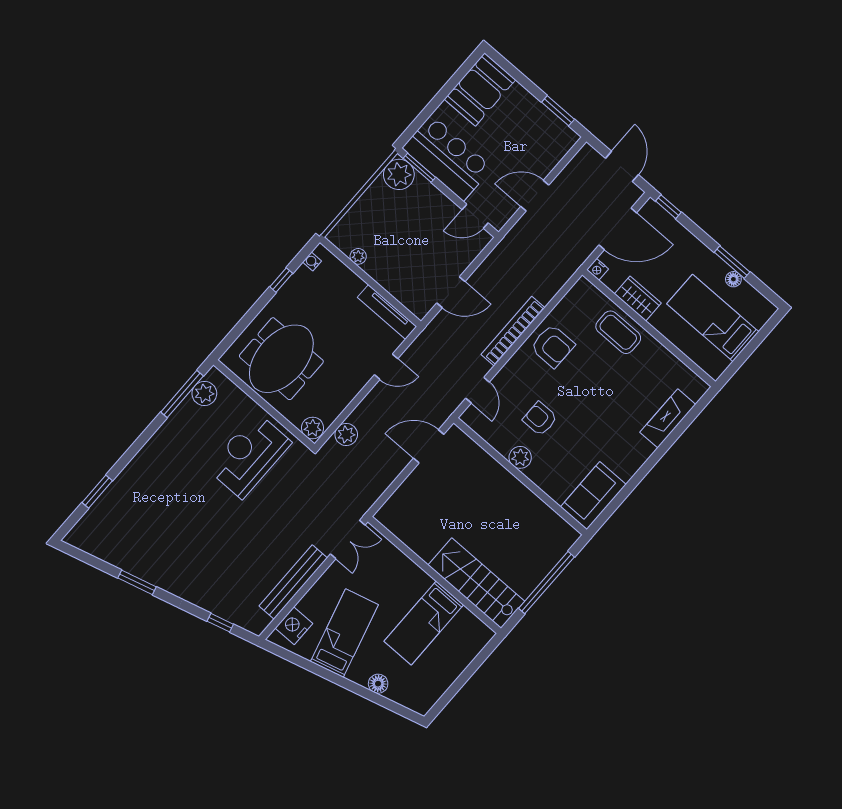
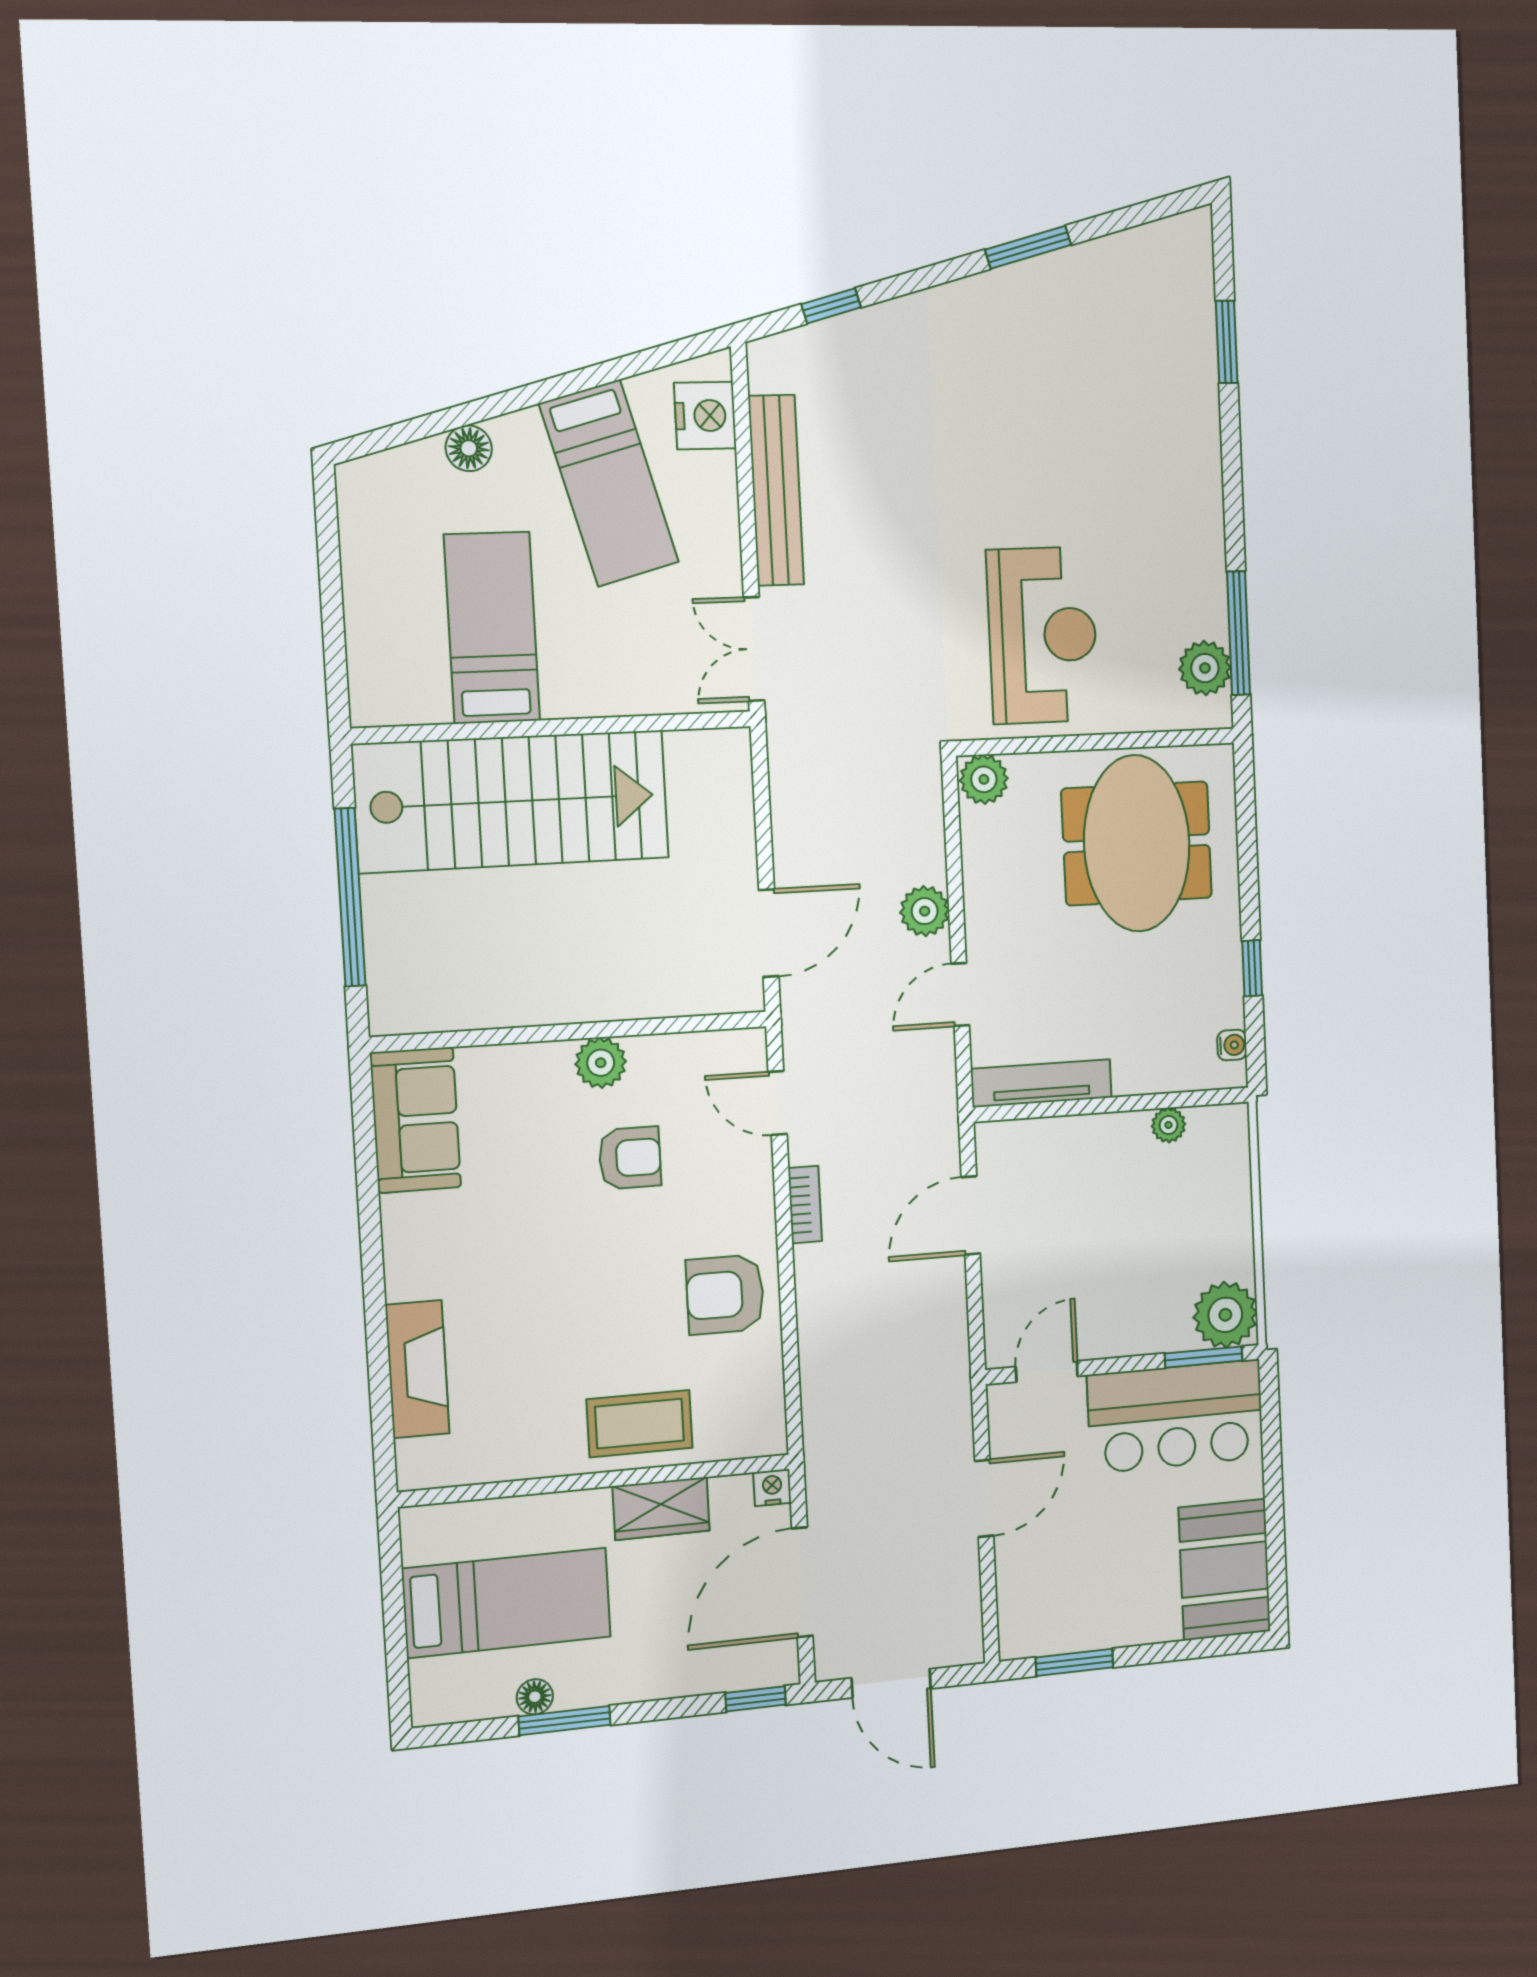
bookcase: (513, 331) -> (805, 1205), width x0.43, depth x0.76
plant: (346, 435) -> (925, 911), moved
stairs: (476, 583) -> (511, 801), width x1.36, depth x1.51

